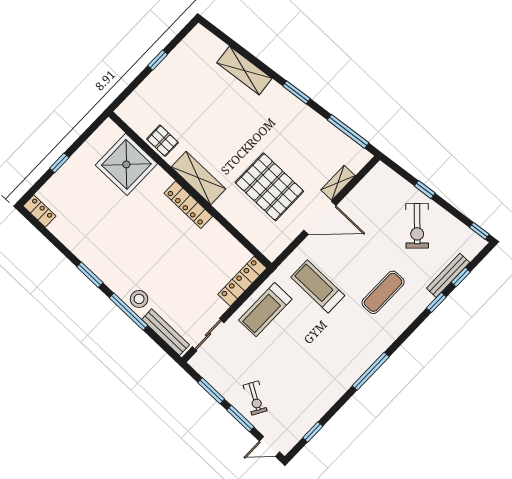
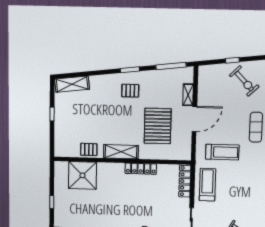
shelving: (244, 71) -> (72, 84), moved
pallet: (275, 117) -> (130, 91), added
pallet: (269, 187) -> (158, 126), turned 90
locker: (188, 205) -> (141, 169), moved
treadmill: (318, 286) -> (222, 152), turned 180
treadmill: (265, 310) -> (207, 185), turned 180

